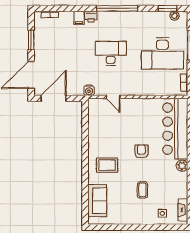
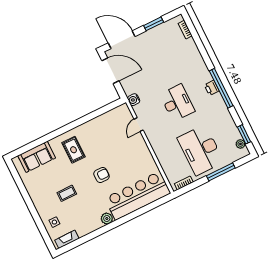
printer: (91, 17) -> (212, 88), moved
filing cabinet: (79, 18) -> (195, 58), removed

